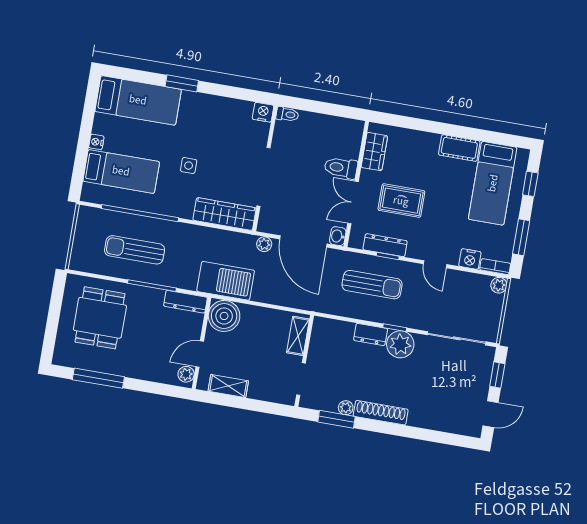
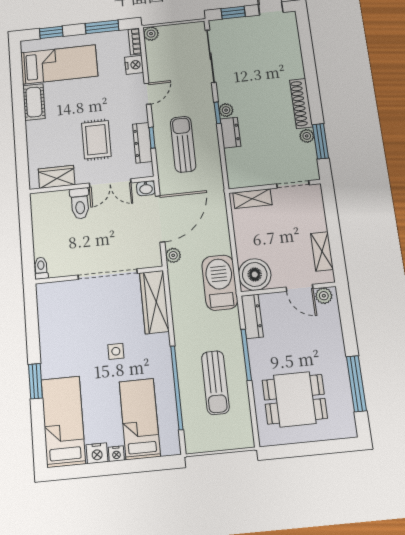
nightstand: (263, 112) -> (97, 453), moved, turned -90
plant: (400, 344) -> (226, 110), width x0.53, depth x0.53

